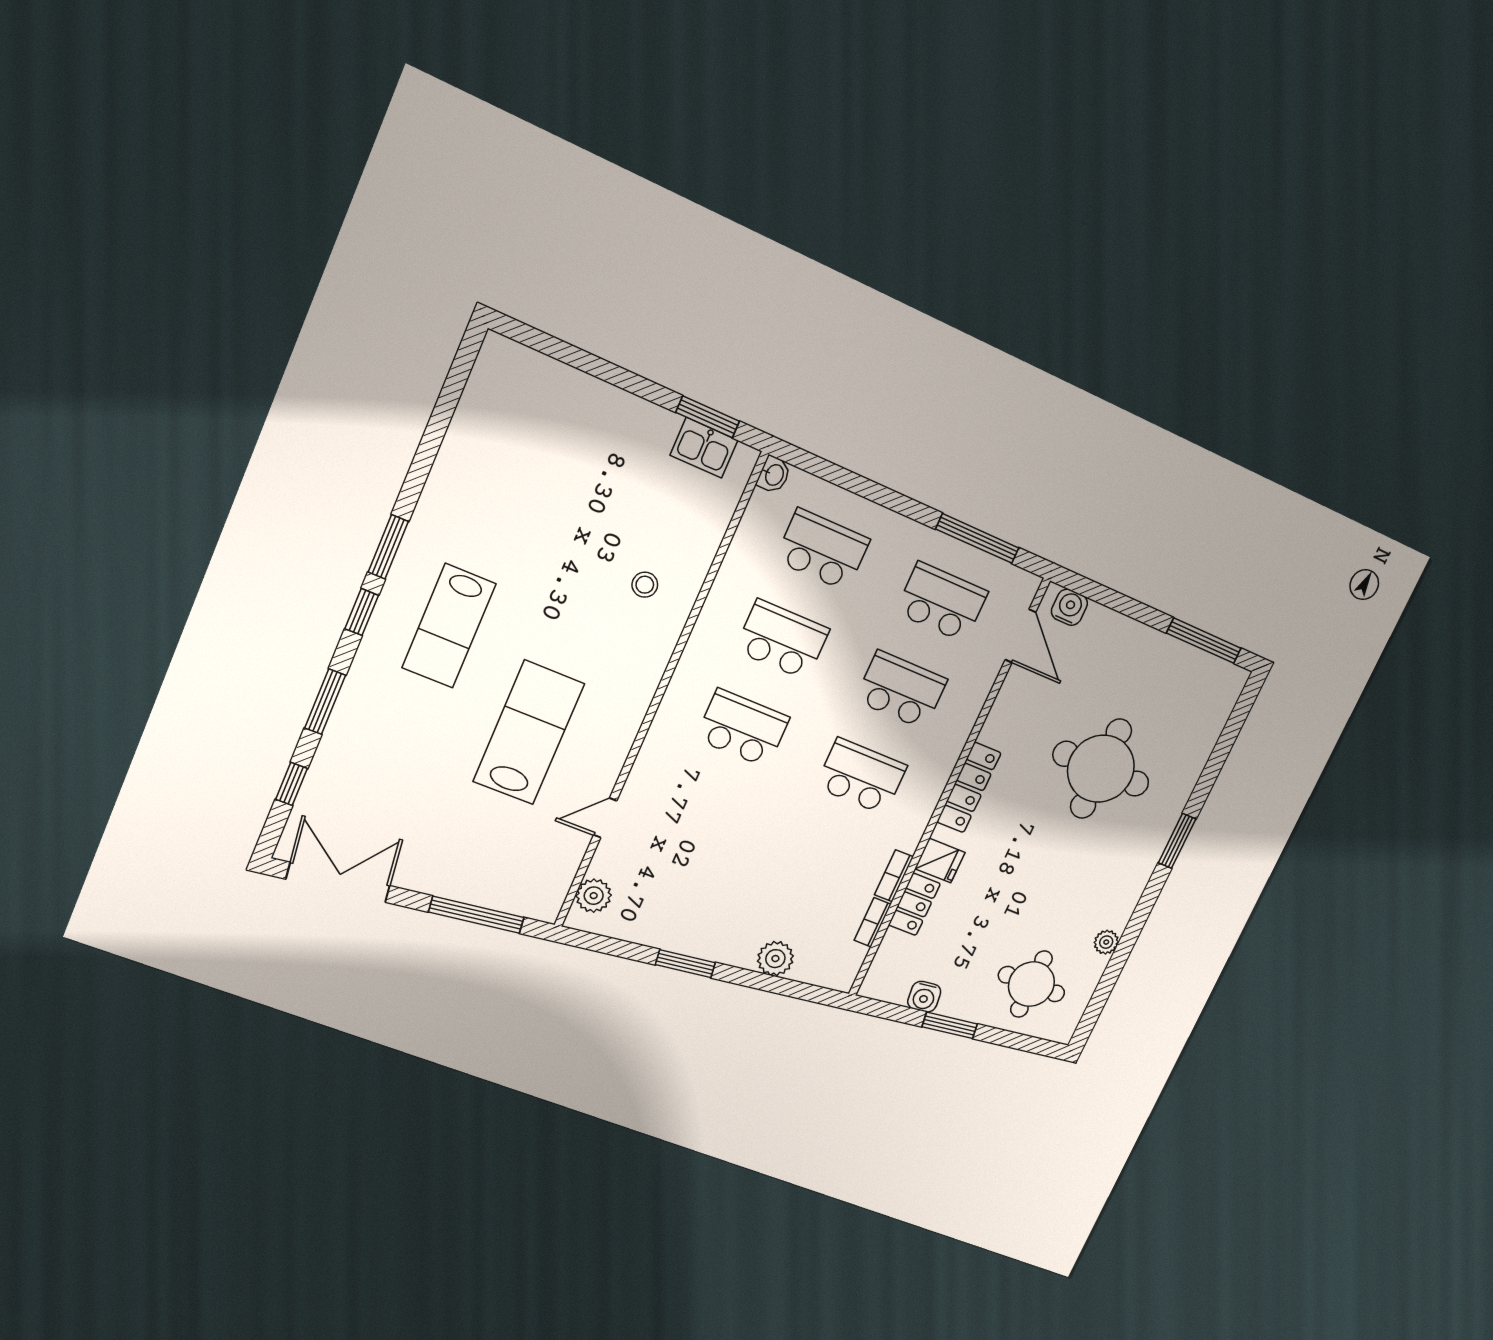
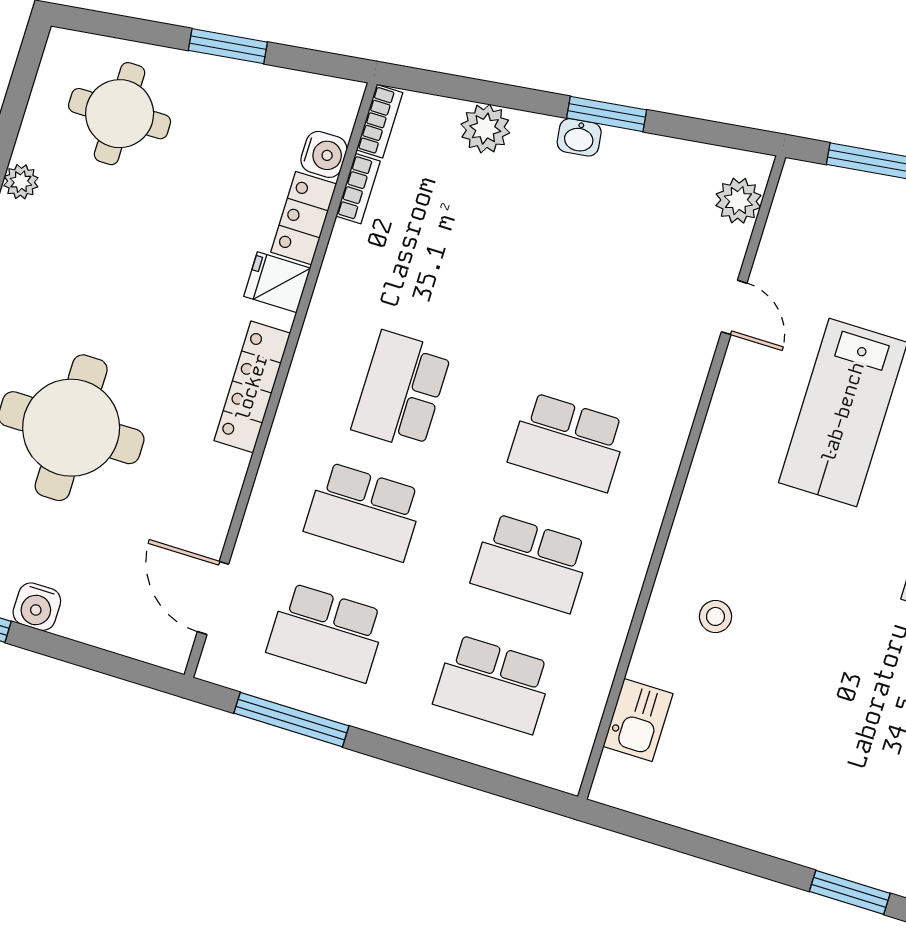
window: (708, 417) -> (850, 892), moved
kitchen sink: (704, 448) -> (638, 720), moved, turned 90
washbasin: (774, 475) -> (579, 137), moved, turned -97
water cooler: (1069, 607) -> (37, 607), moved
school desk: (861, 776) -> (402, 390), turned 90
door: (605, 818) -> (734, 307), hinge flipped
bookcase: (894, 876) -> (380, 121), moved
water cooler: (924, 997) -> (324, 154), moved, turned 97

